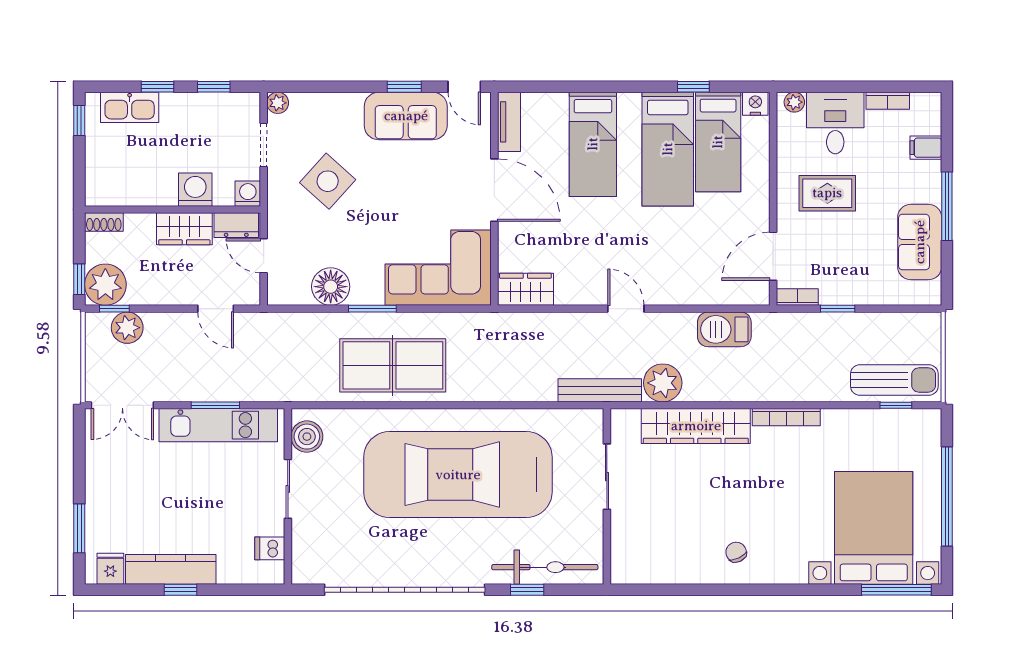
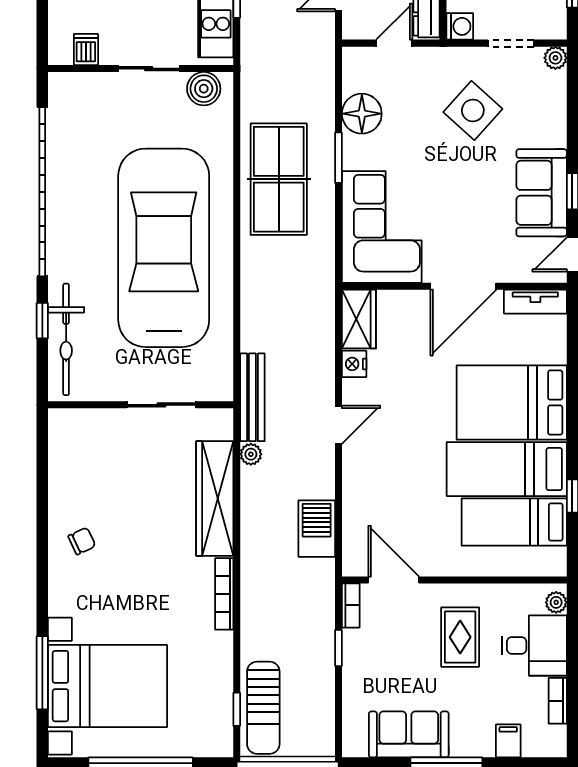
nightstand: (755, 104) -> (354, 364), moved, turned 180
bed: (593, 144) -> (512, 403), width x1.50
plant: (663, 383) -> (251, 454), width x0.53, depth x0.53
window: (896, 590) -> (42, 673), moved

